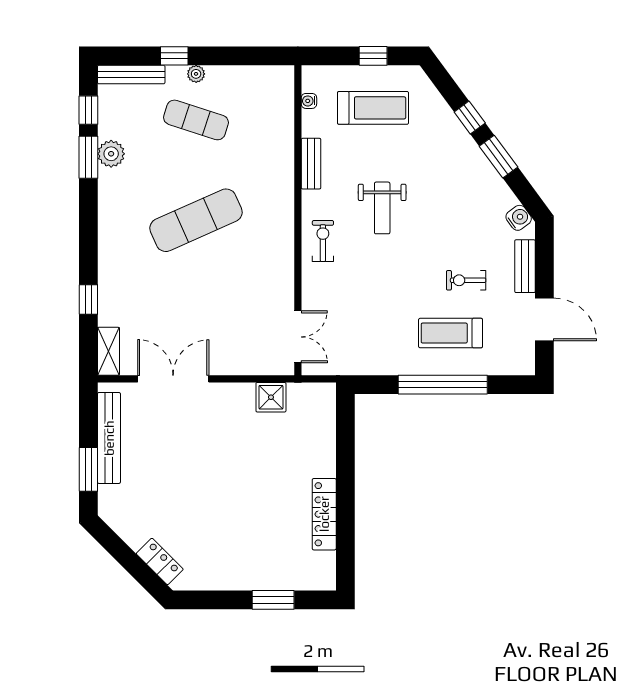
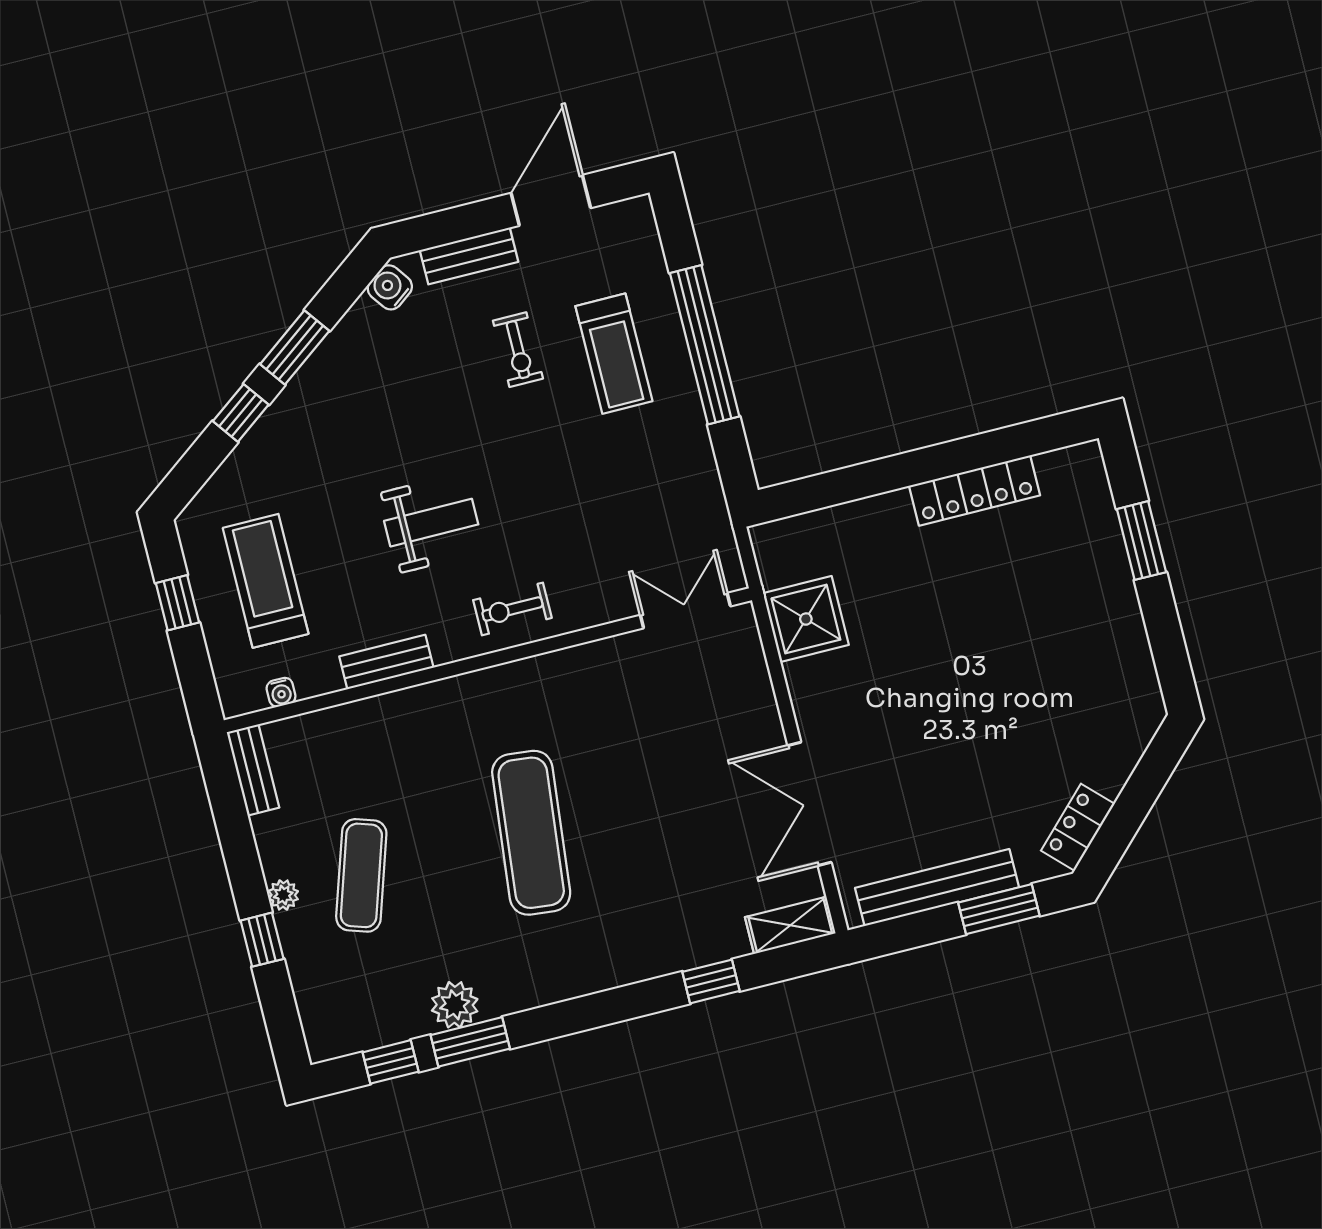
bench: (131, 75) -> (253, 770), moved, width x0.73
exercise mat: (196, 220) -> (531, 833), turned 30
shower: (271, 397) -> (806, 619), width x1.36, depth x1.36
locker: (160, 561) -> (1078, 827), moved

